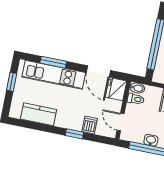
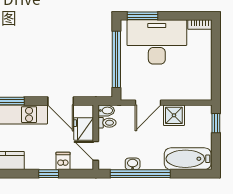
fridge: (116, 89) -> (84, 129), moved

